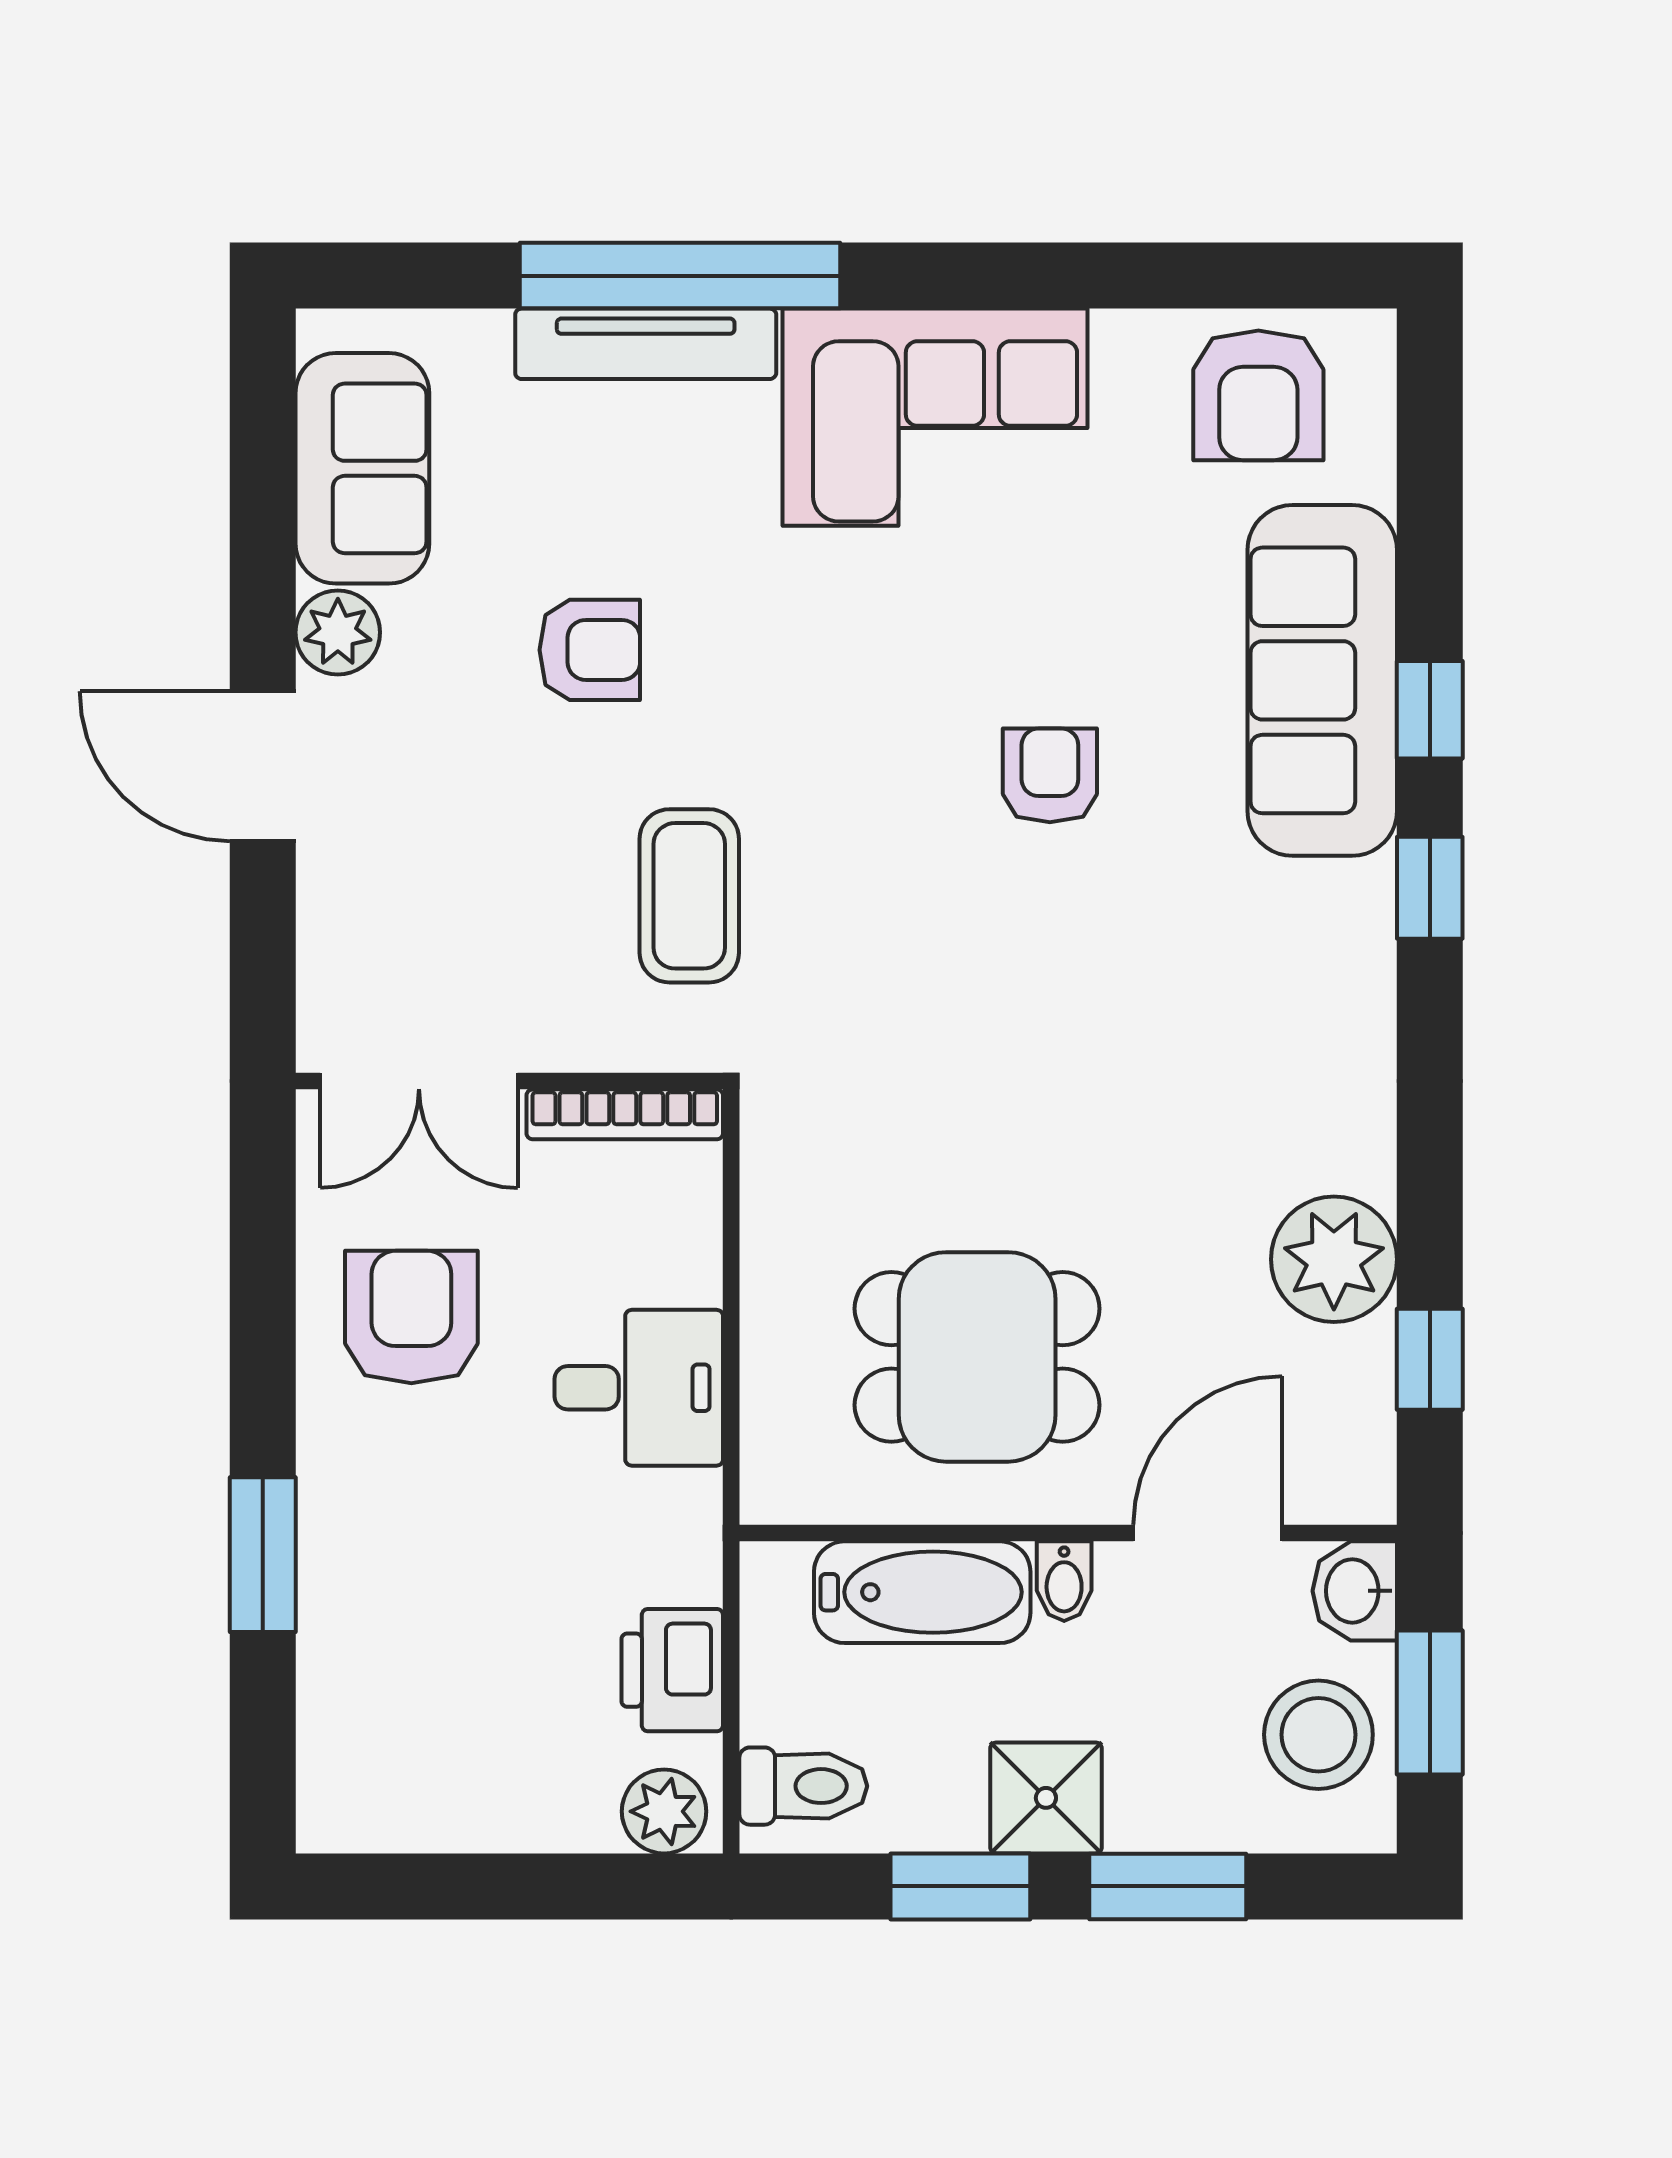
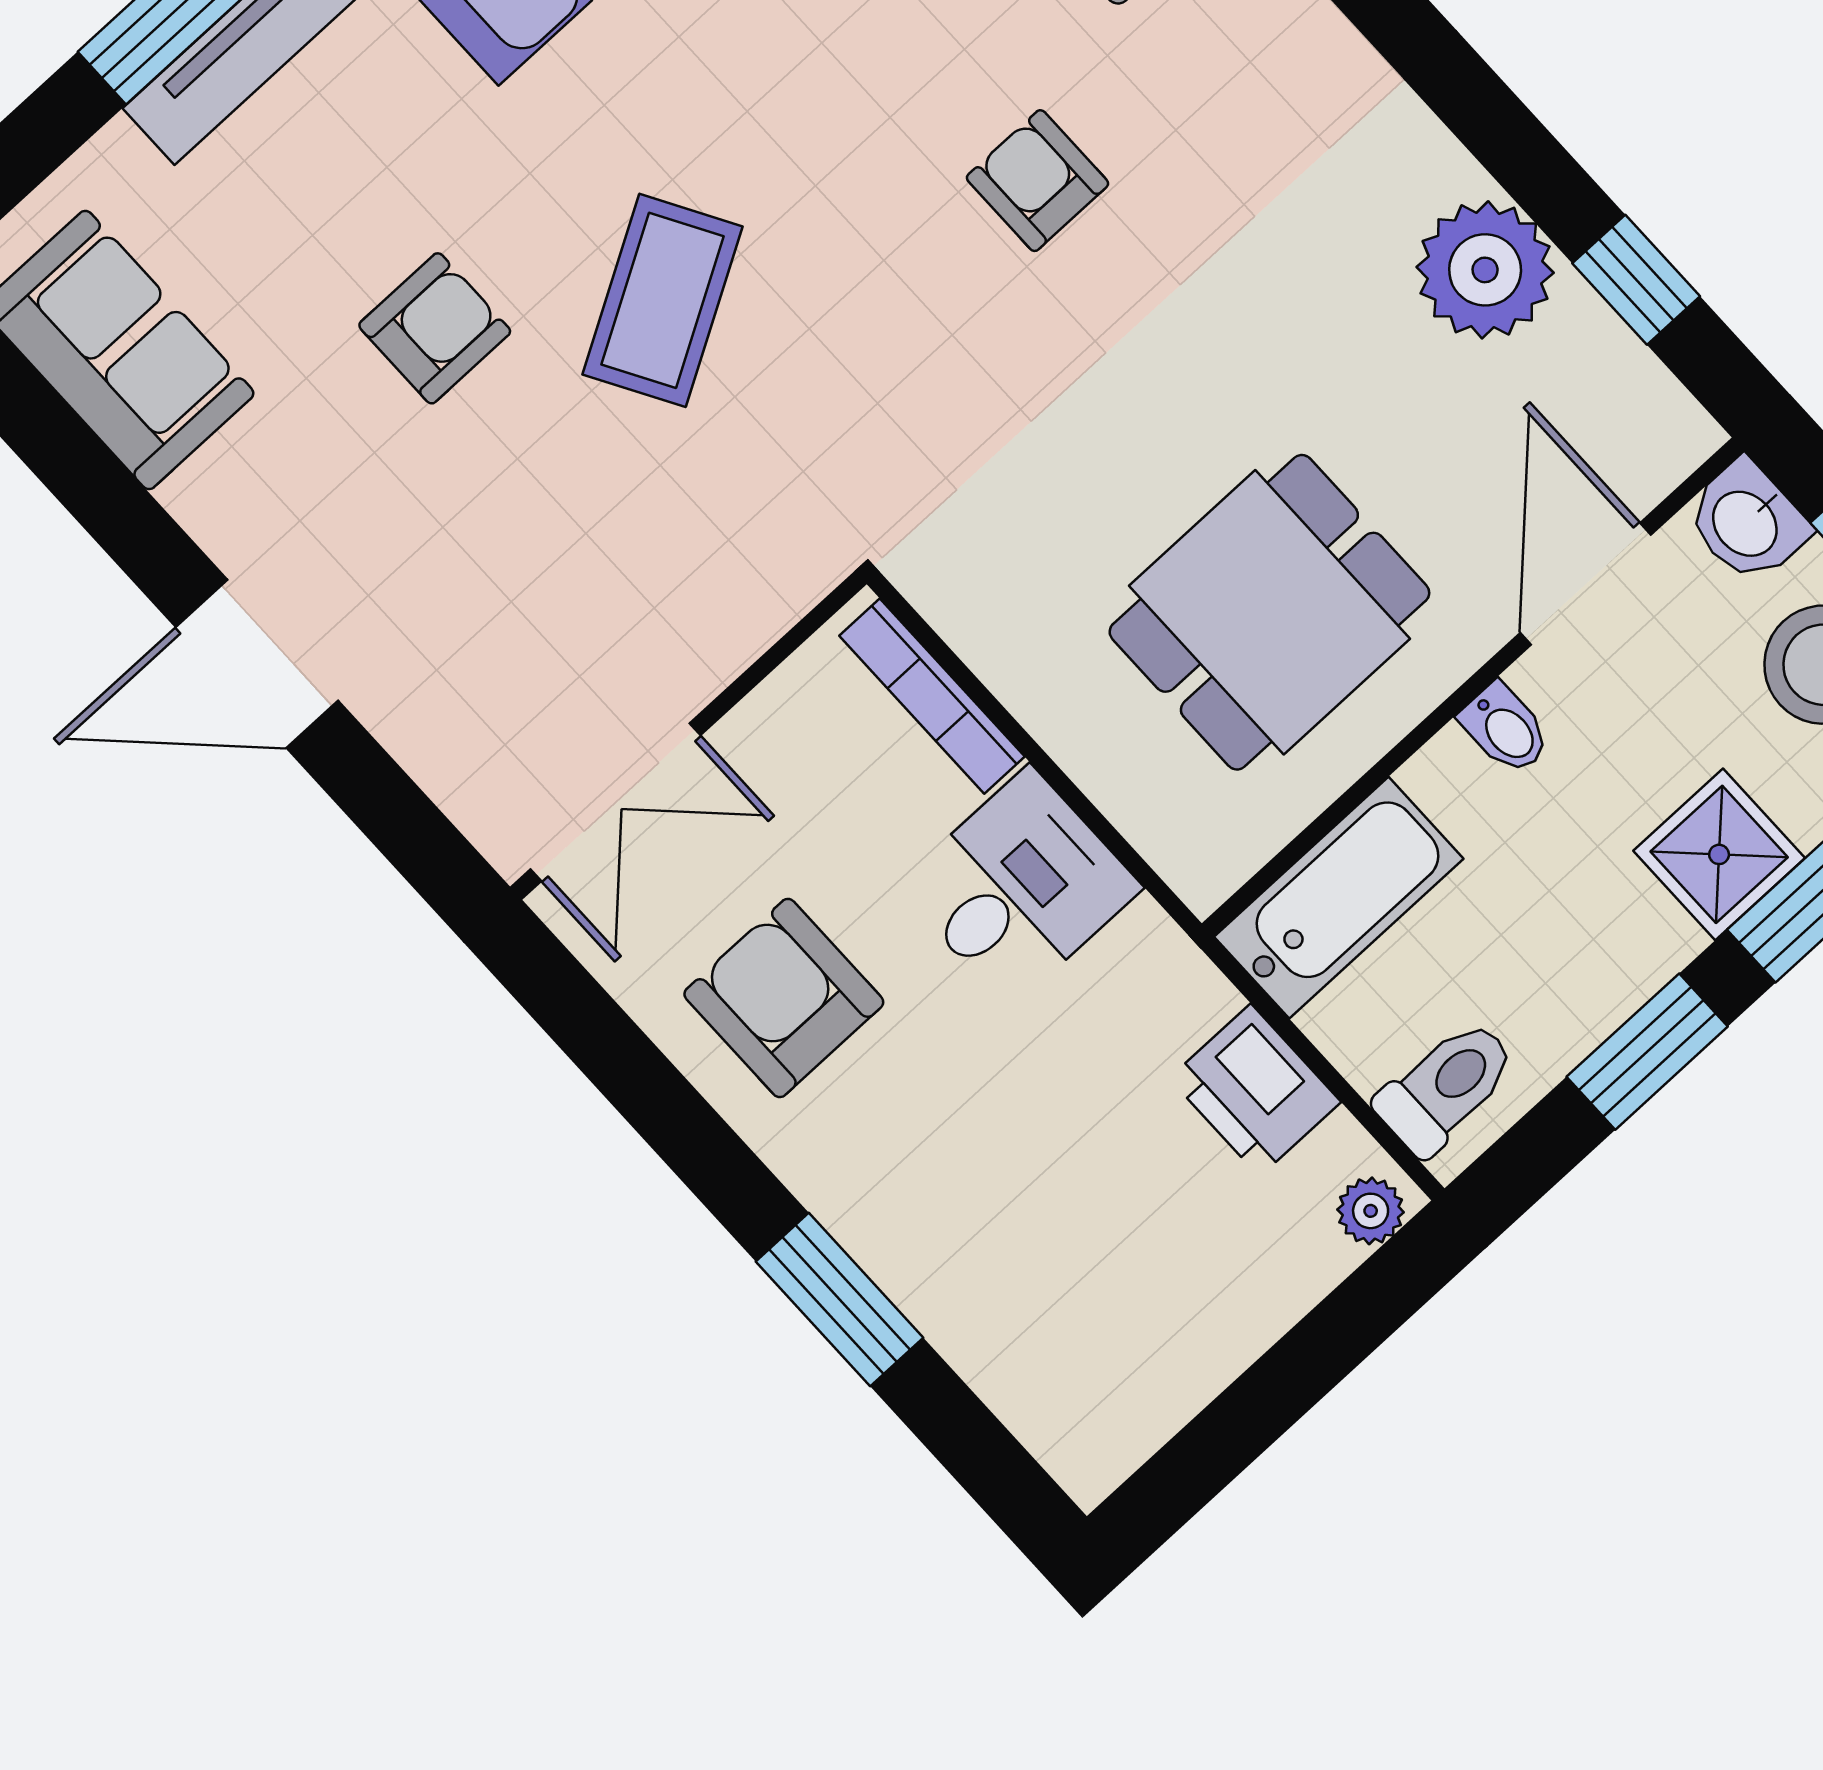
plant: (338, 632) -> (219, 500), removed
armchair: (1050, 775) -> (1037, 181), moved
coffee table: (689, 896) -> (663, 300), moved, turned 60
bookcase: (625, 1114) -> (932, 696), moved, turned 90
bathtub: (922, 1592) -> (1339, 898), moved
shower: (1046, 1798) -> (1719, 854), moved
plant: (664, 1811) -> (1371, 1211), width x0.73, depth x0.73

